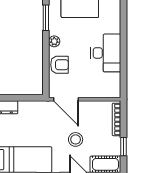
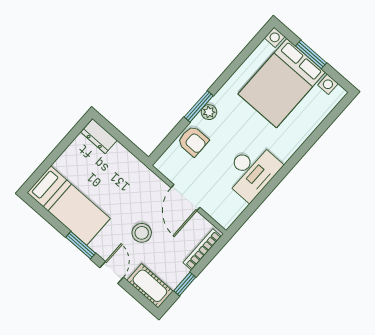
window: (46, 18) -> (199, 106), moved
door: (66, 99) -> (185, 198), moved

